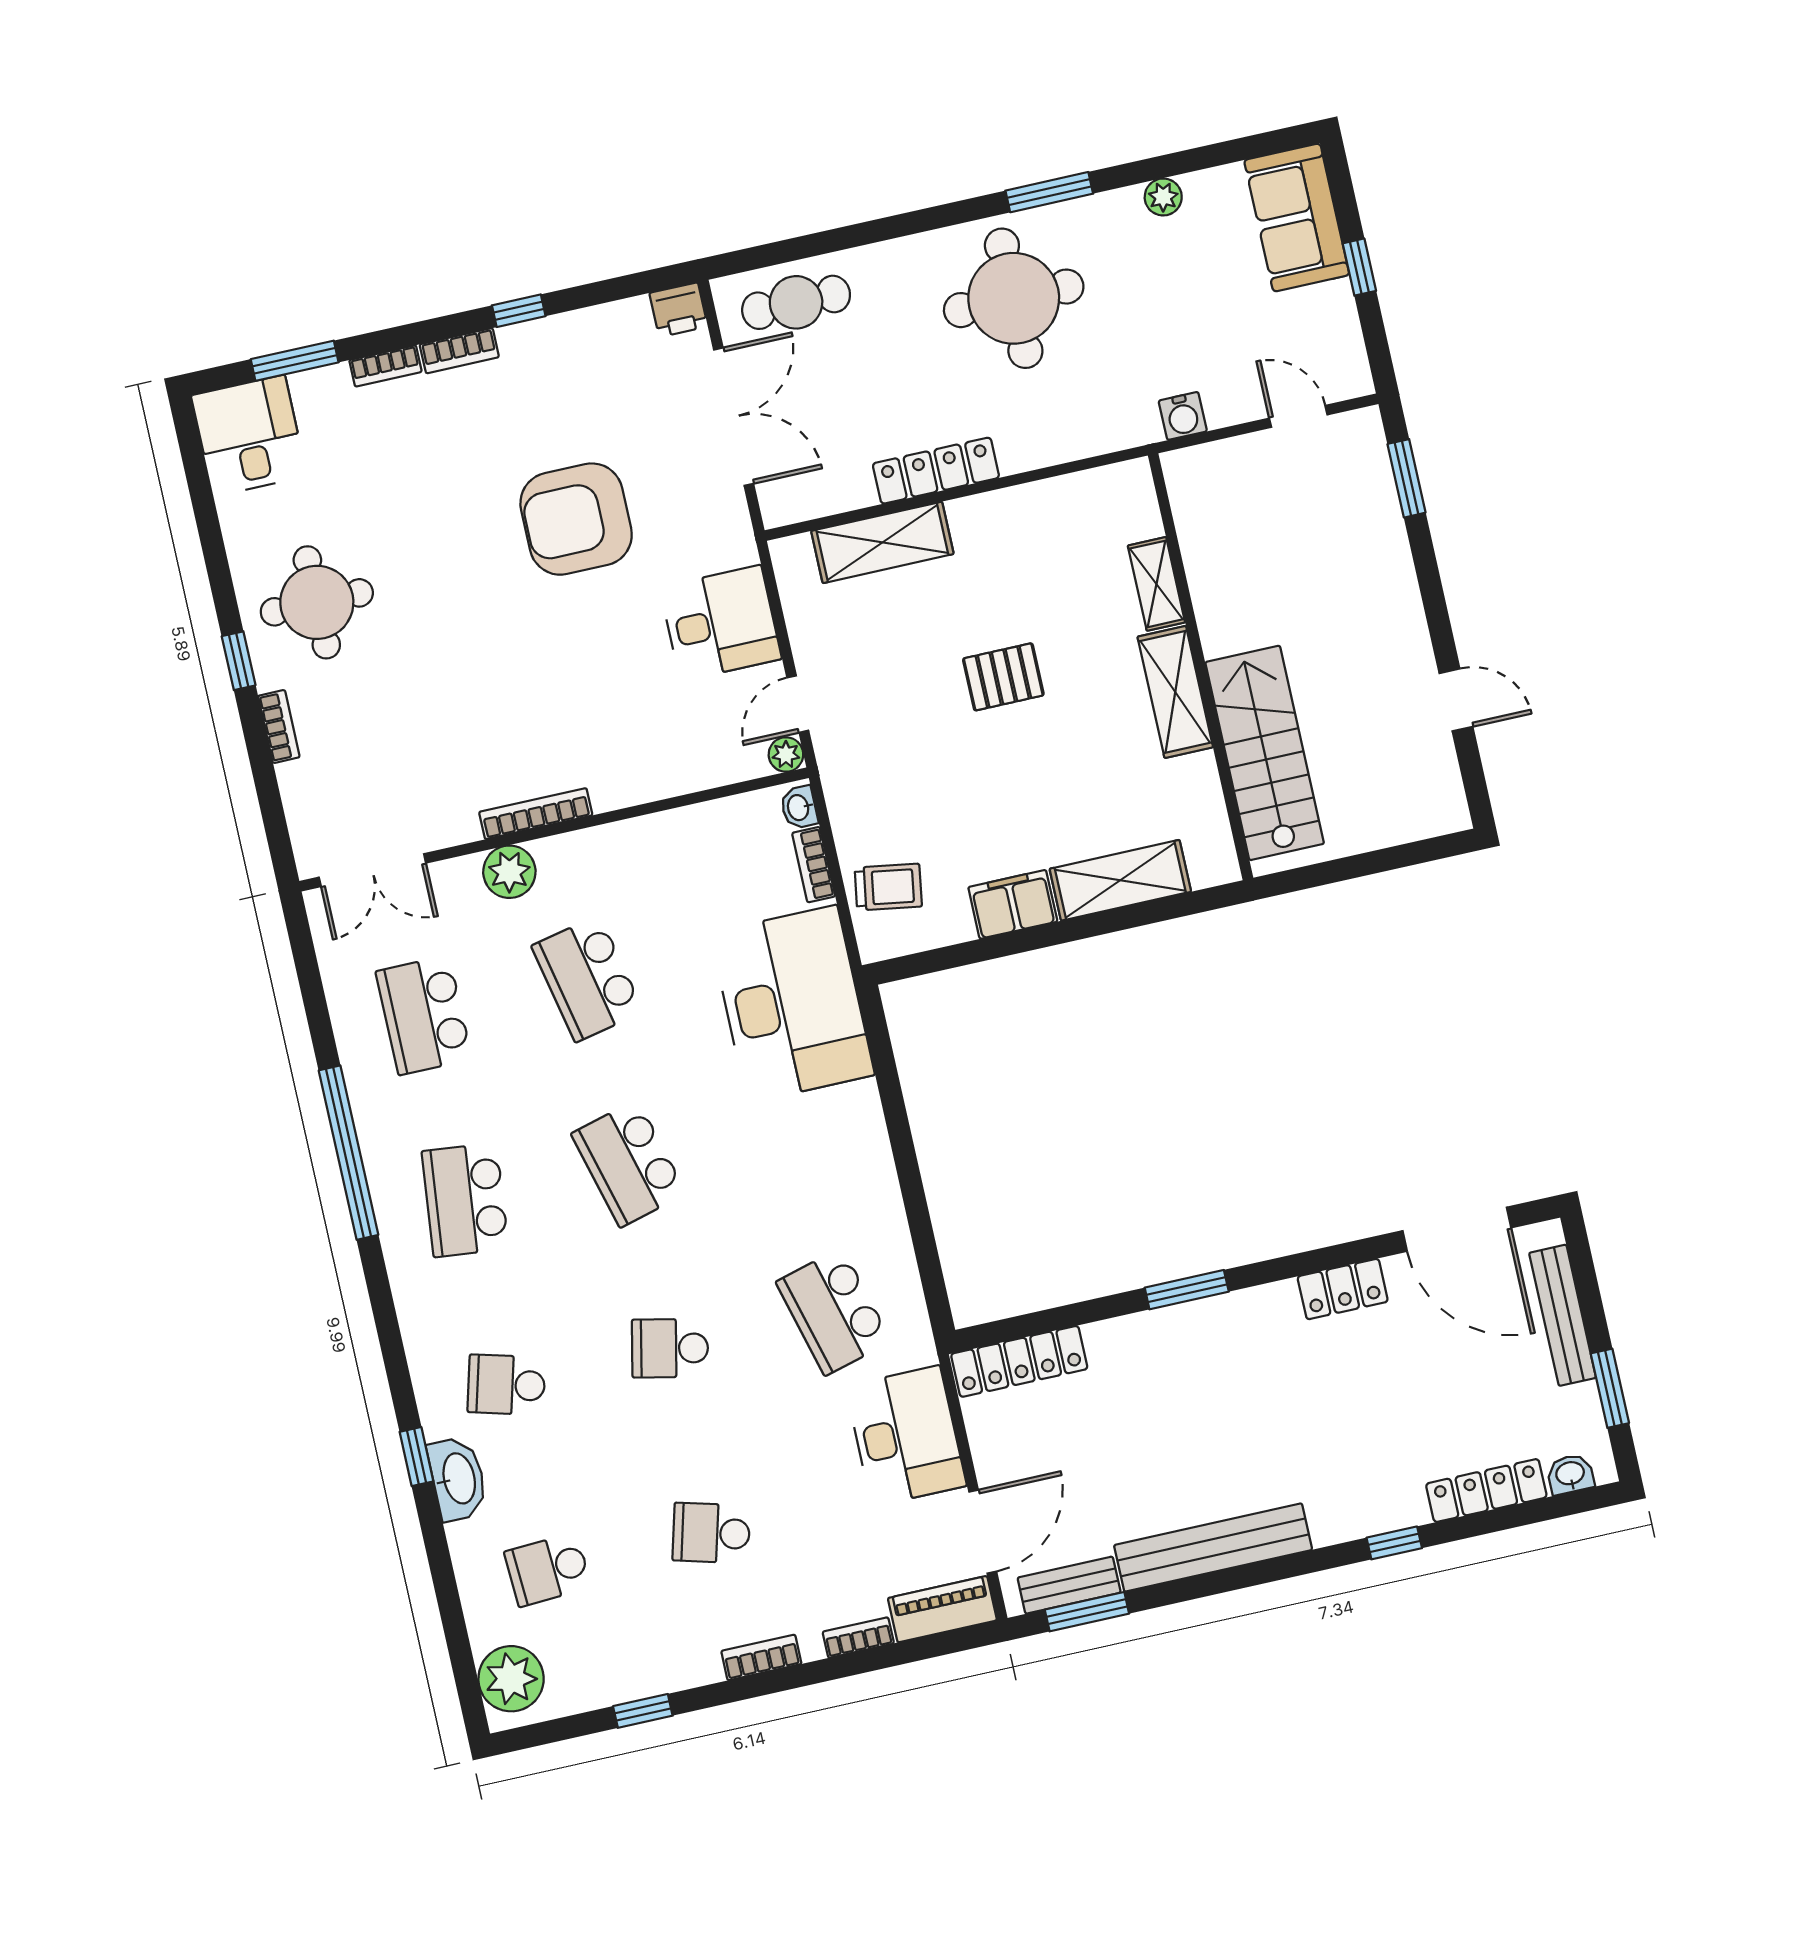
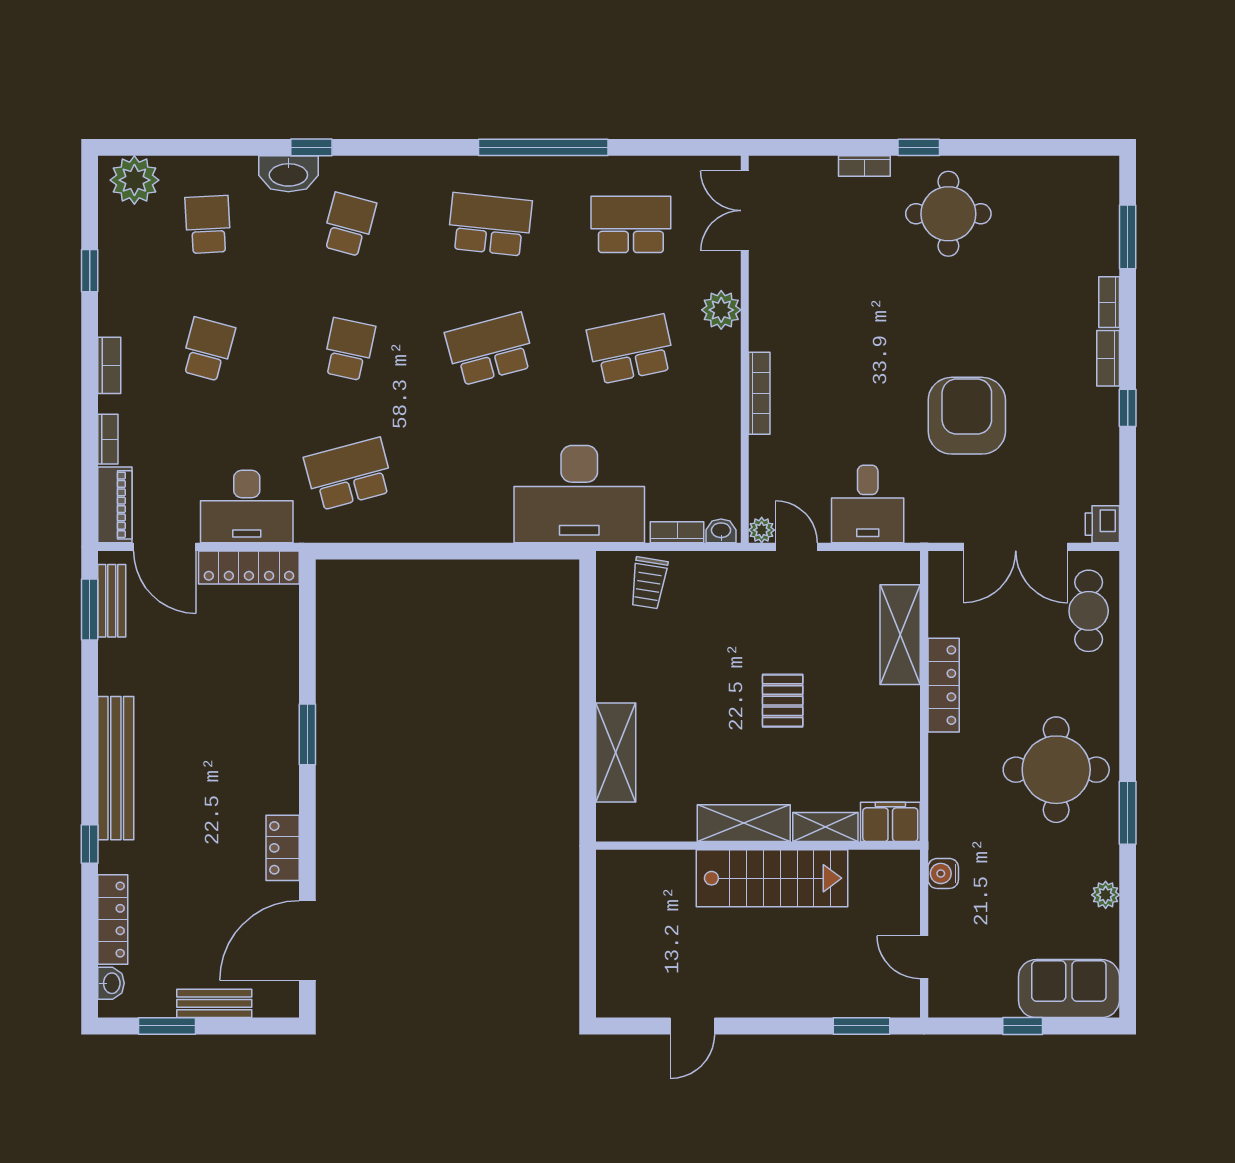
door: (1298, 416) -> (924, 957), swing flipped
desk: (249, 436) -> (1081, 192), removed
stairs: (1265, 753) -> (772, 878), moved
bookcase: (536, 814) -> (759, 393), moved
filing cabinet: (1013, 904) -> (890, 822), moved, turned -90
bench: (1563, 1315) -> (214, 1003), width x0.73
locker: (1019, 1361) -> (249, 567), moved, turned -90
bench: (1213, 1547) -> (116, 768), moved

